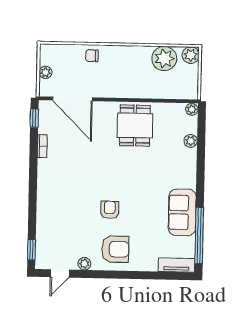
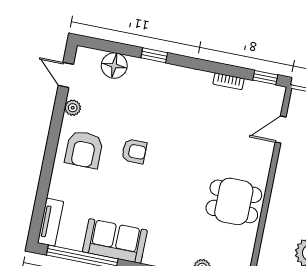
door: (73, 99) -> (281, 130), width x0.53
floor lamp: (46, 237) -> (114, 66), added
window: (32, 250) -> (154, 55), moved

